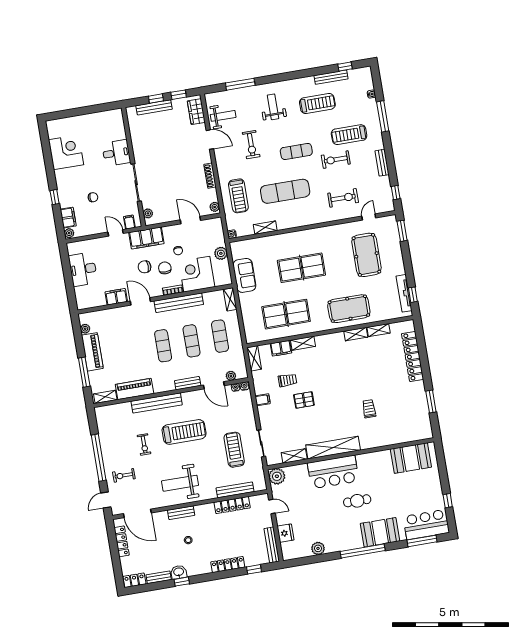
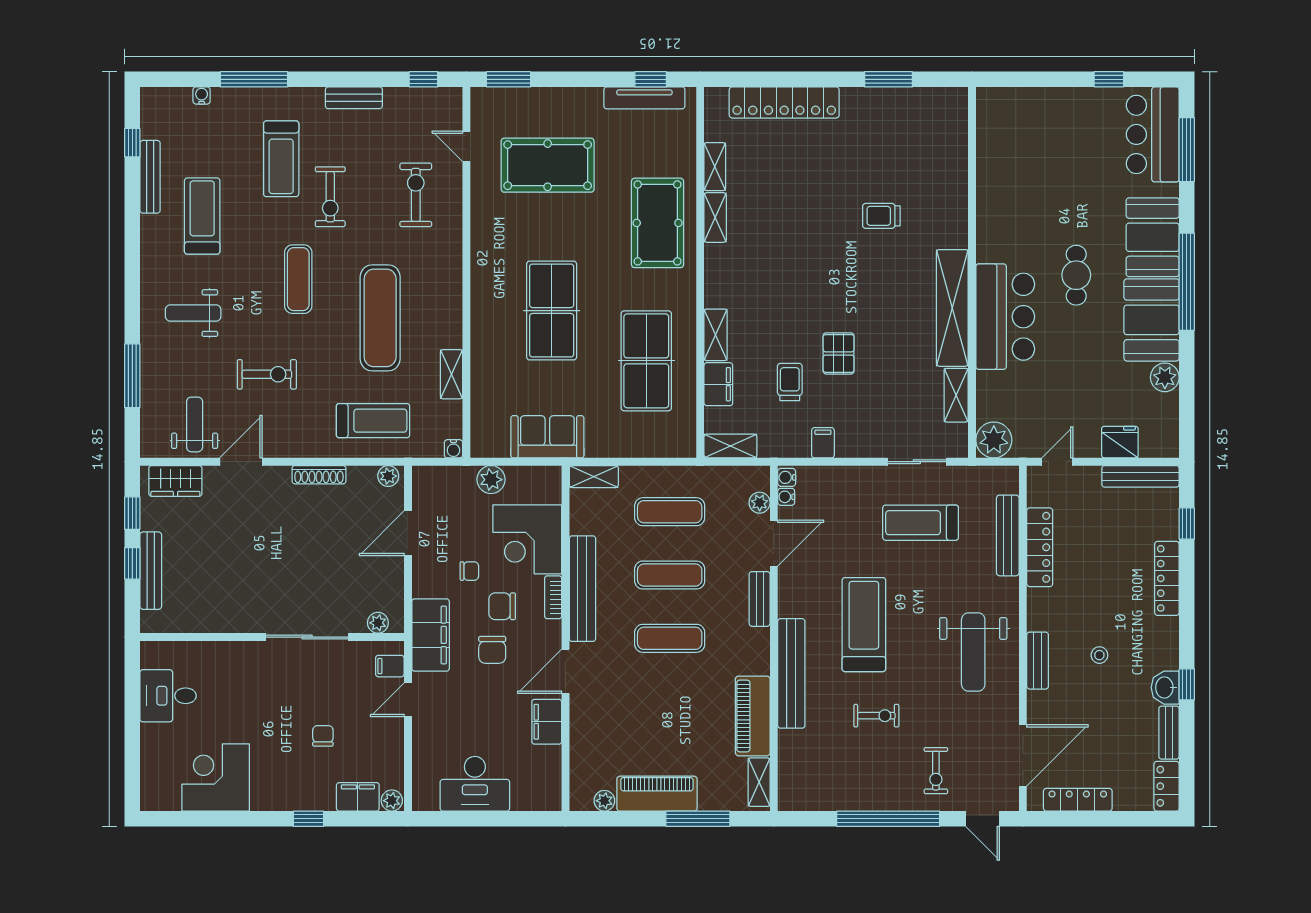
desk: (116, 153) -> (168, 696), moved, turned -90
booth: (411, 458) -> (1152, 320), moved

